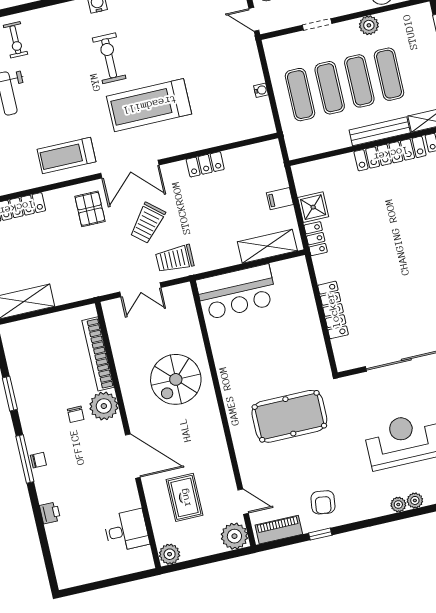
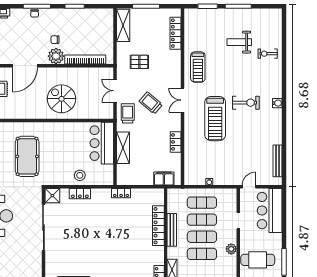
treadmill: (149, 105) -> (215, 119), turned 180
bench: (380, 131) -> (172, 230), moved
locker: (390, 154) -> (158, 226), moved
treadmill: (66, 156) -> (198, 67), turned 180
double door: (130, 169) -> (182, 100), width x0.73
filing cabinet: (280, 199) -> (164, 179), moved, width x2.00
shower: (313, 207) -> (52, 196), moved
pallet: (90, 209) -> (139, 62), moved
shelving: (267, 246) -> (123, 148), moved
locker: (333, 310) -> (80, 194), width x0.66
stool: (301, 317) -> (80, 175), added

